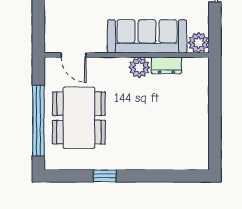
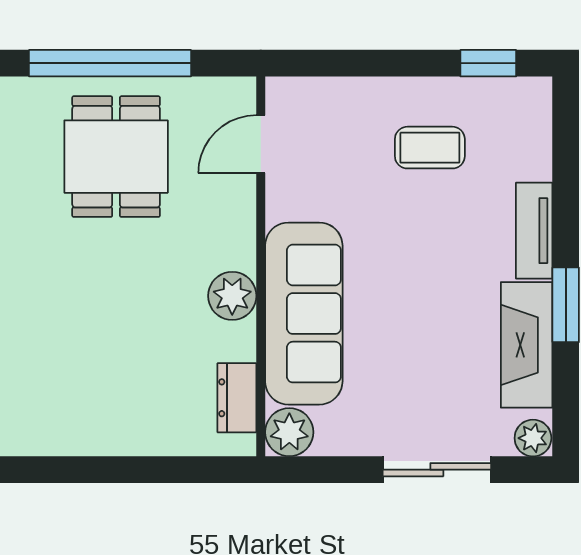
dresser: (166, 65) -> (237, 398), moved
dining table: (79, 118) -> (116, 157), width x0.73

